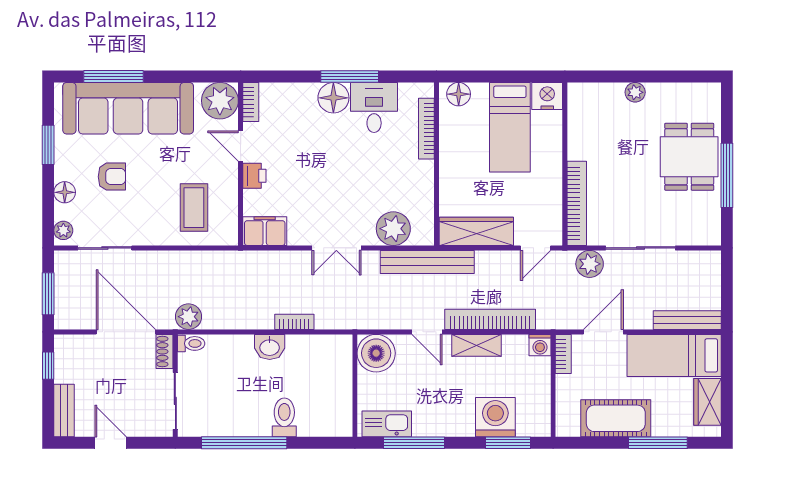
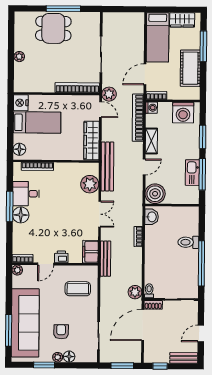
plant: (220, 101) -> (17, 270), width x0.53, depth x0.53
plant: (63, 230) -> (58, 357), moved
plant: (590, 264) -> (109, 94), moved
bookcase: (490, 319) -> (138, 118), moved
bench: (687, 320) -> (105, 259), moved
door: (603, 332) -> (145, 74), hinge flipped
washbasin: (270, 347) -> (152, 217), moved
washing machine: (495, 417) -> (183, 113), moved, turned -90
kitchen sink: (387, 424) -> (192, 173), moved
window: (508, 443) -> (203, 137), moved

